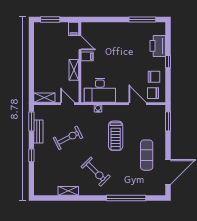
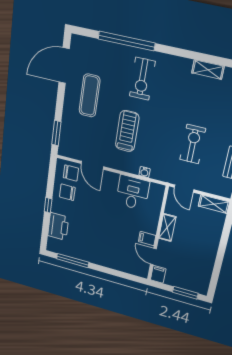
desk: (100, 90) -> (133, 193), width x0.73
exercise bike: (68, 138) -> (193, 144), turned 117
exercise bike: (96, 172) -> (142, 79), moved, turned -135

